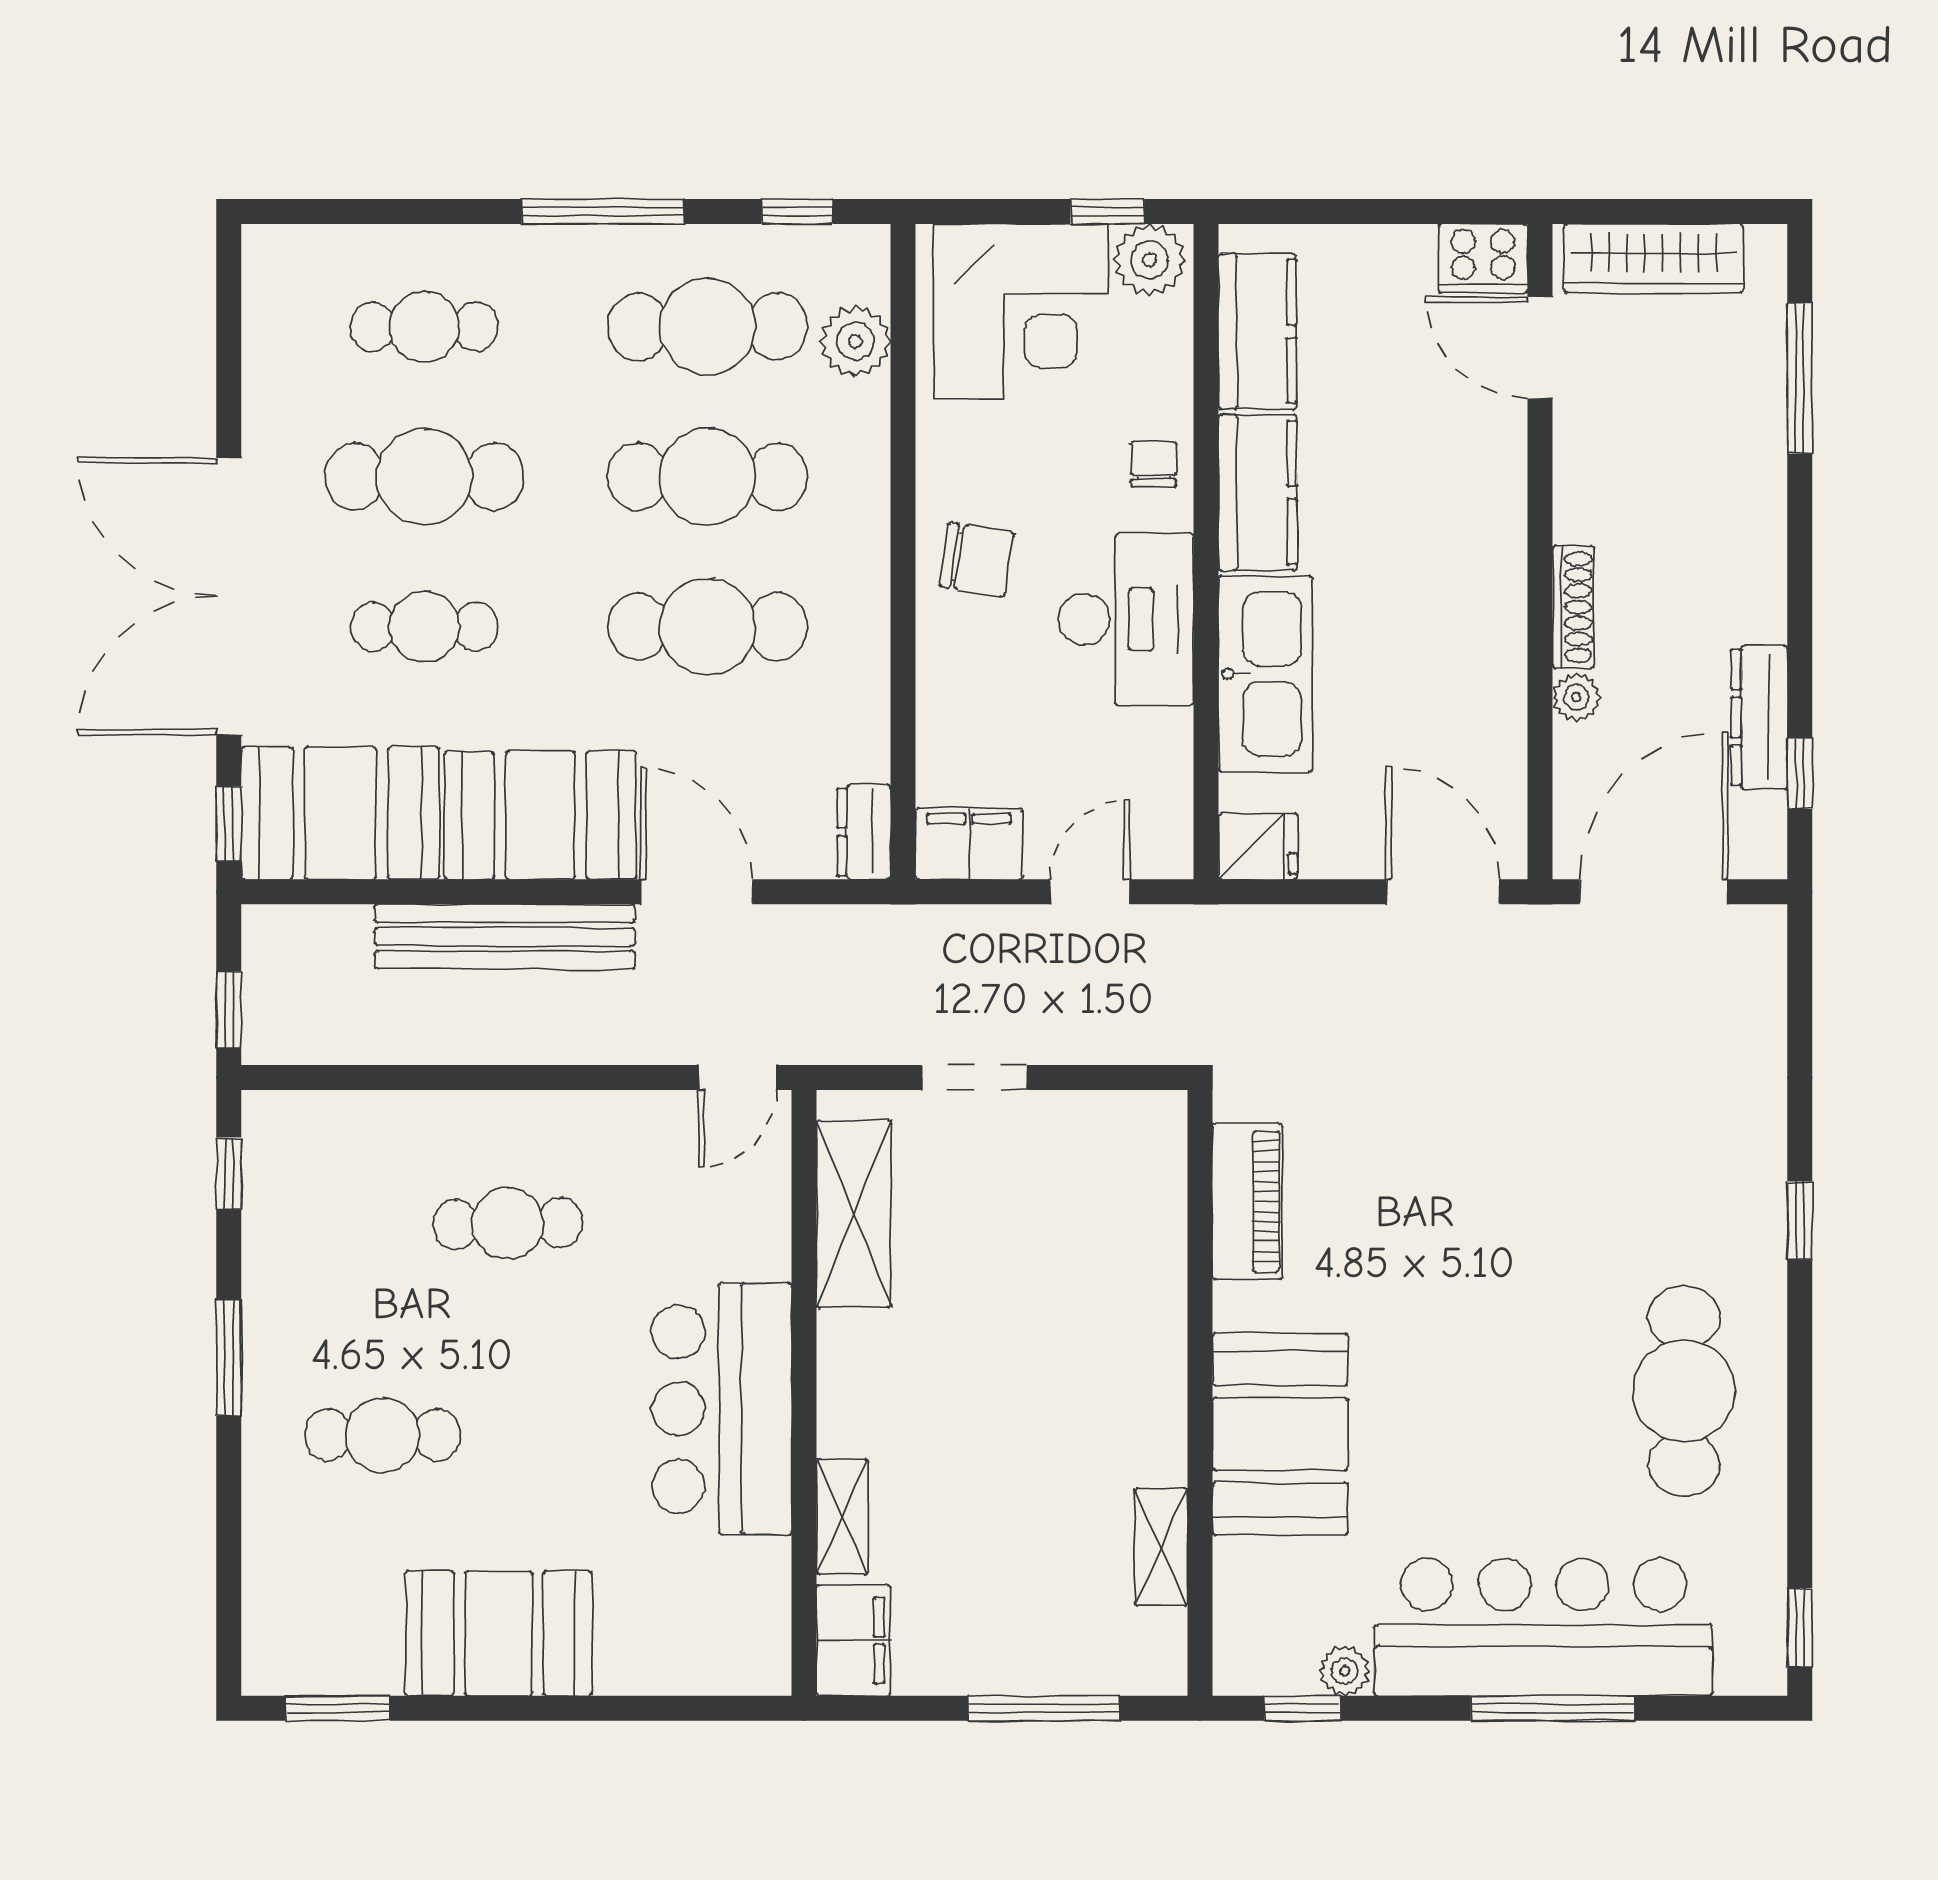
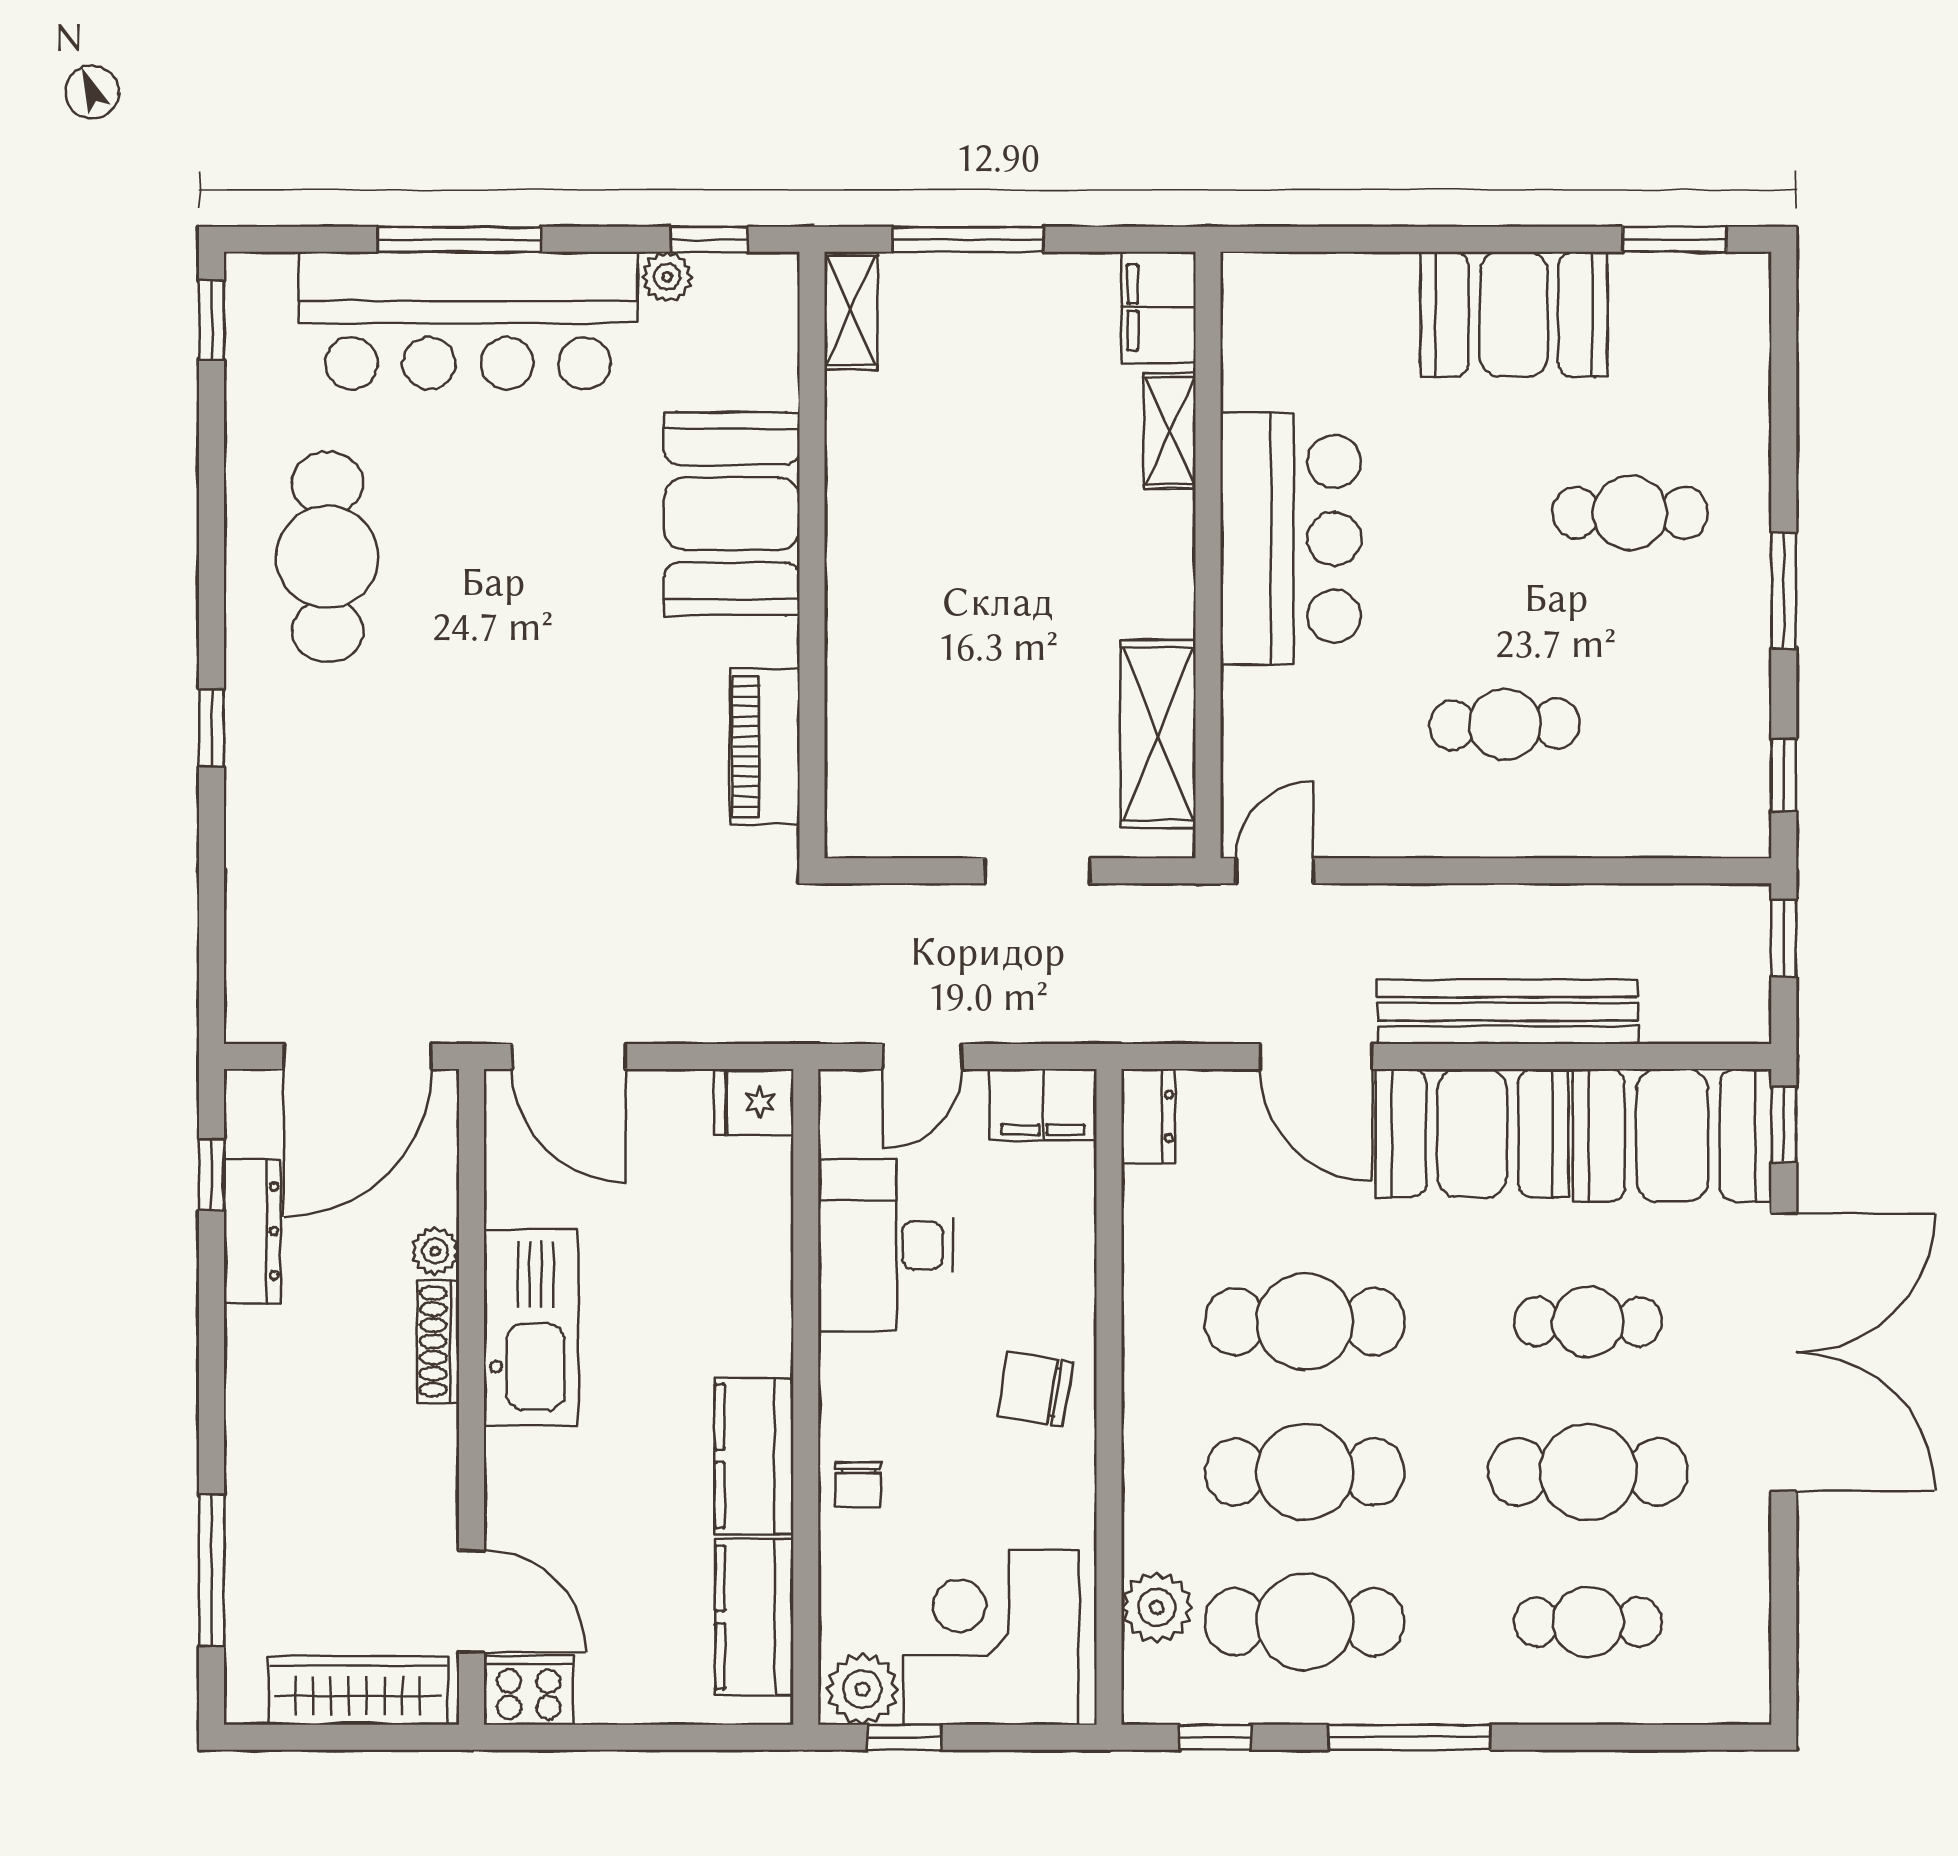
desk: (1126, 619) -> (886, 1245), moved
kitchen sink: (1266, 674) -> (531, 1327), moved, turned 180
shelving: (1161, 1547) -> (851, 311), moved

